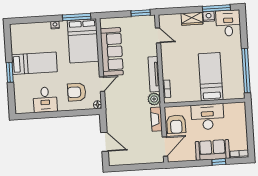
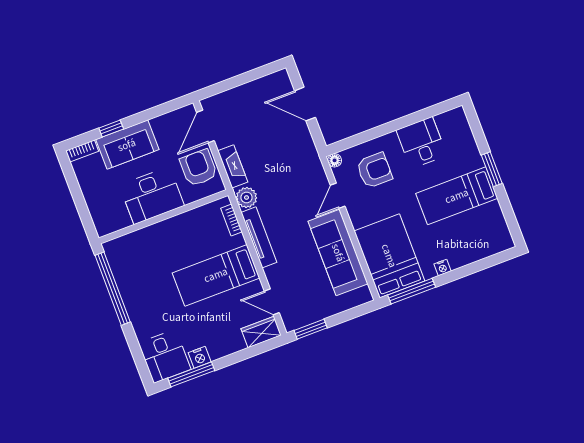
wardrobe: (192, 19) -> (261, 332), moved
bed: (211, 77) -> (216, 275), moved, turned 90

